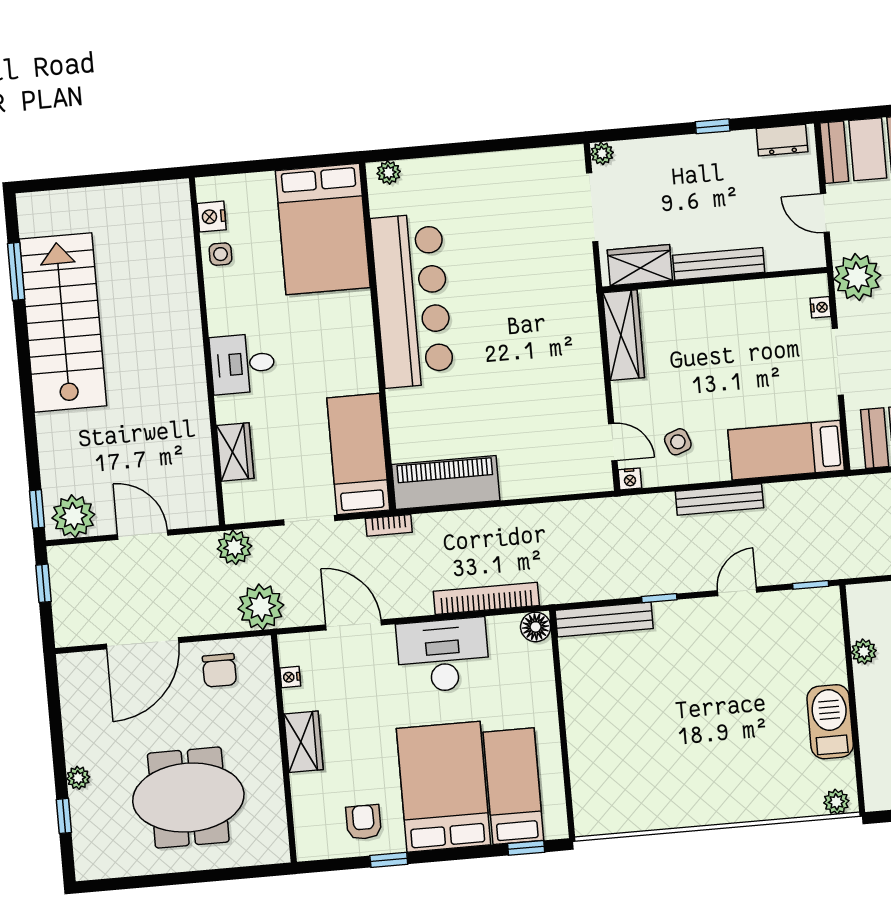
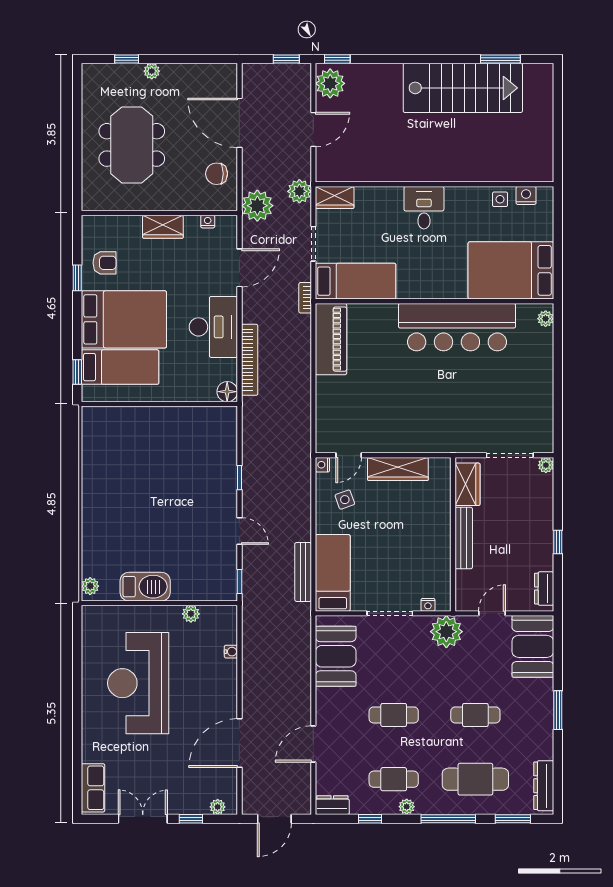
wardrobe: (624, 335) -> (398, 469), moved
wardrobe: (235, 452) -> (335, 197), moved
bench: (719, 500) -> (303, 572), moved
bench: (604, 619) -> (228, 439), removed

